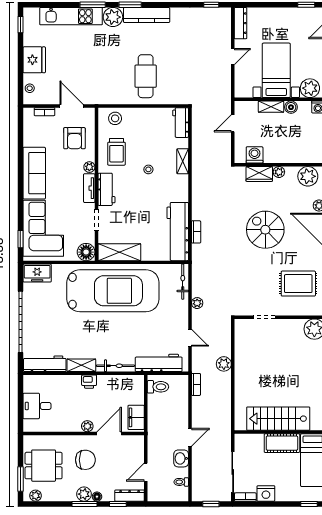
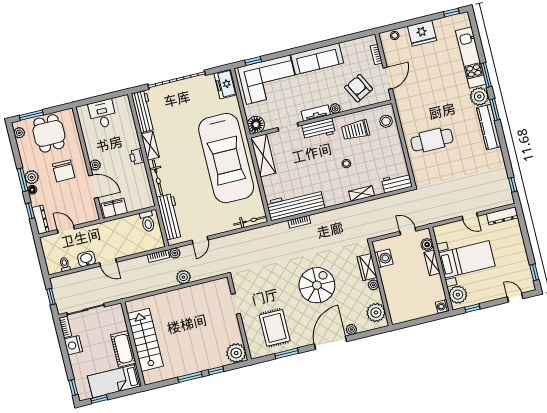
boiler: (291, 107) -> (427, 244), moved
armchair: (74, 138) -> (359, 88), turned 63
plant: (197, 303) -> (175, 253), moved

